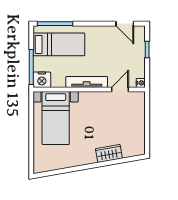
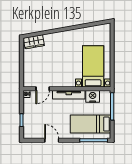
door: (125, 24) -> (52, 140), moved
nightstand: (42, 80) -> (93, 96), moved
wardrobe: (109, 153) -> (34, 42), moved

